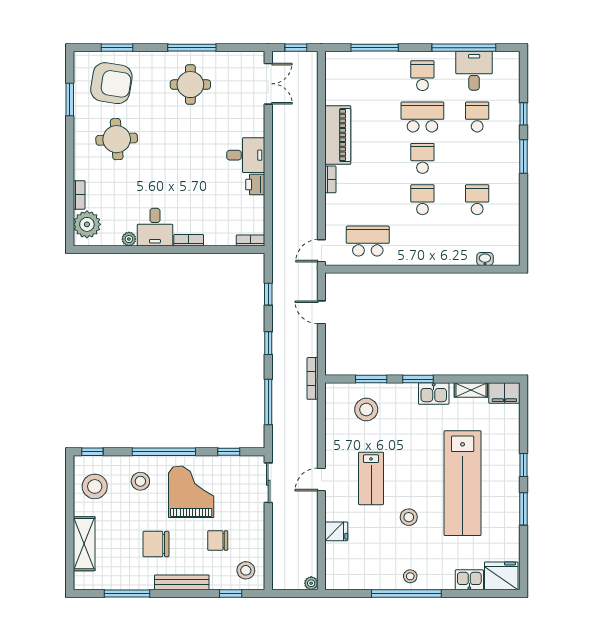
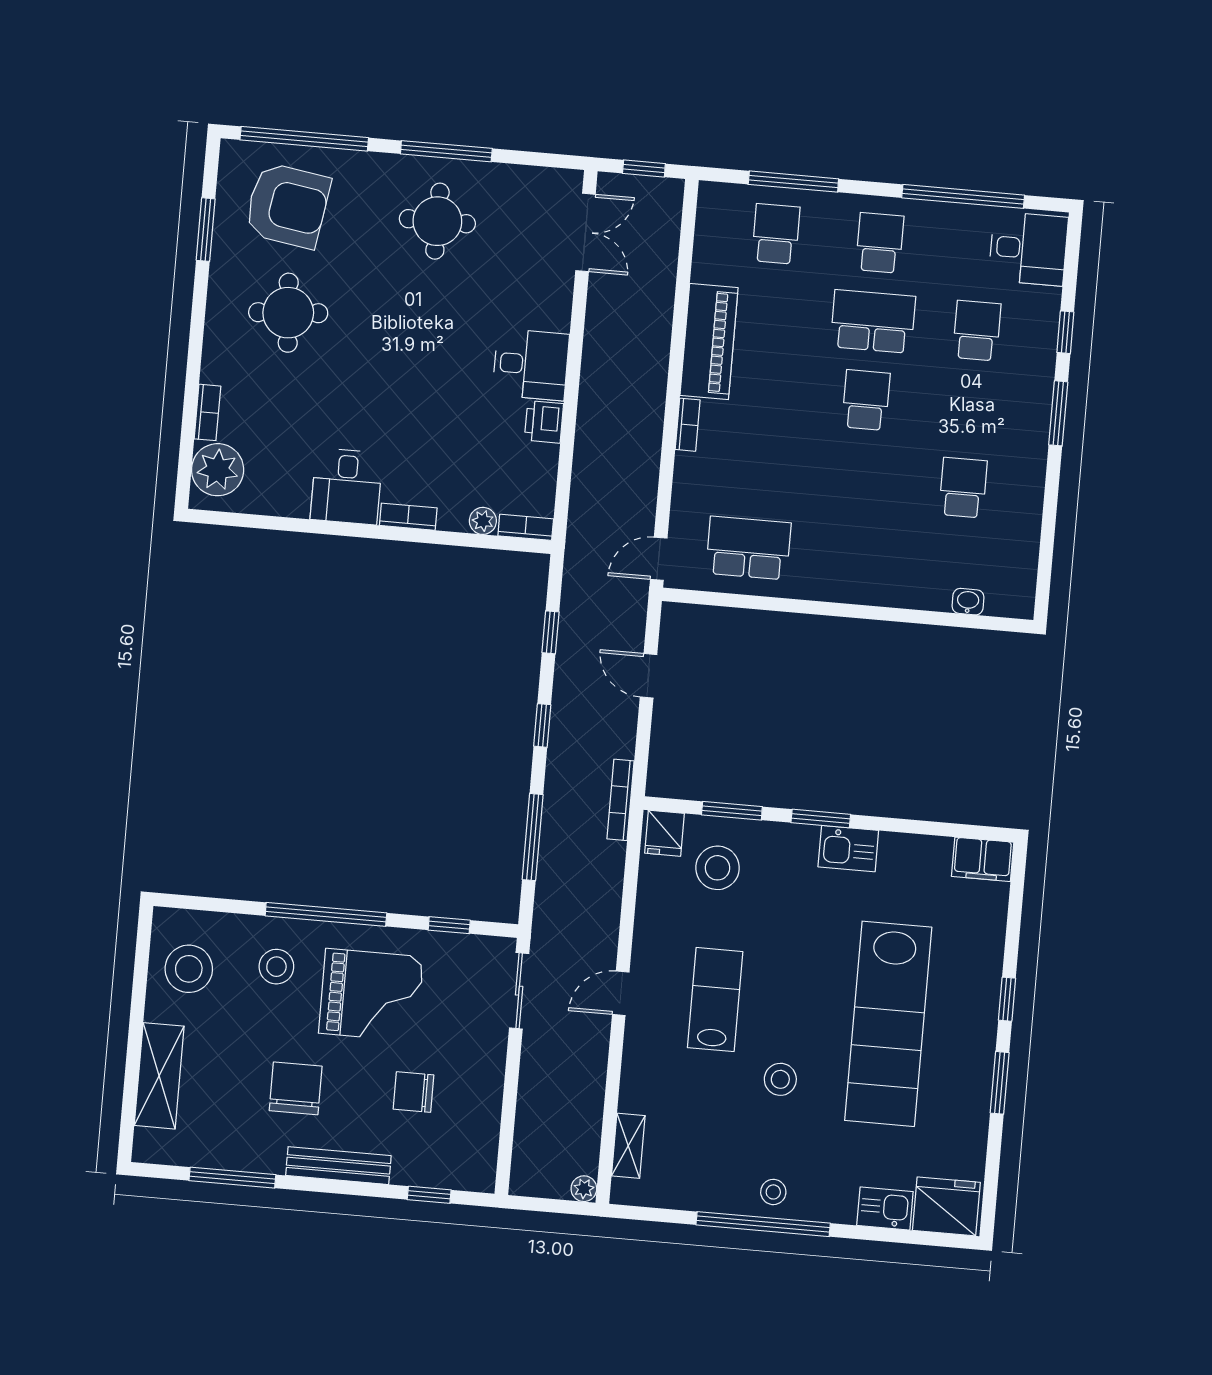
window: (117, 48) -> (304, 139), width x2.11
desk: (474, 71) -> (1028, 249), moved, turned 90
school desk: (422, 200) -> (776, 234), moved
plant: (129, 239) -> (483, 521), moved
shelving: (471, 390) -> (628, 1146), moved, turned 90
window: (92, 452) -> (190, 902), removed
lab bench: (371, 478) -> (715, 1000), turned 180
grand piano: (191, 492) -> (371, 995), turned 90
fridge: (336, 531) -> (665, 833), moved, turned 90
chair: (156, 544) -> (296, 1088), turned 90
stool: (246, 570) -> (462, 1153), removed

